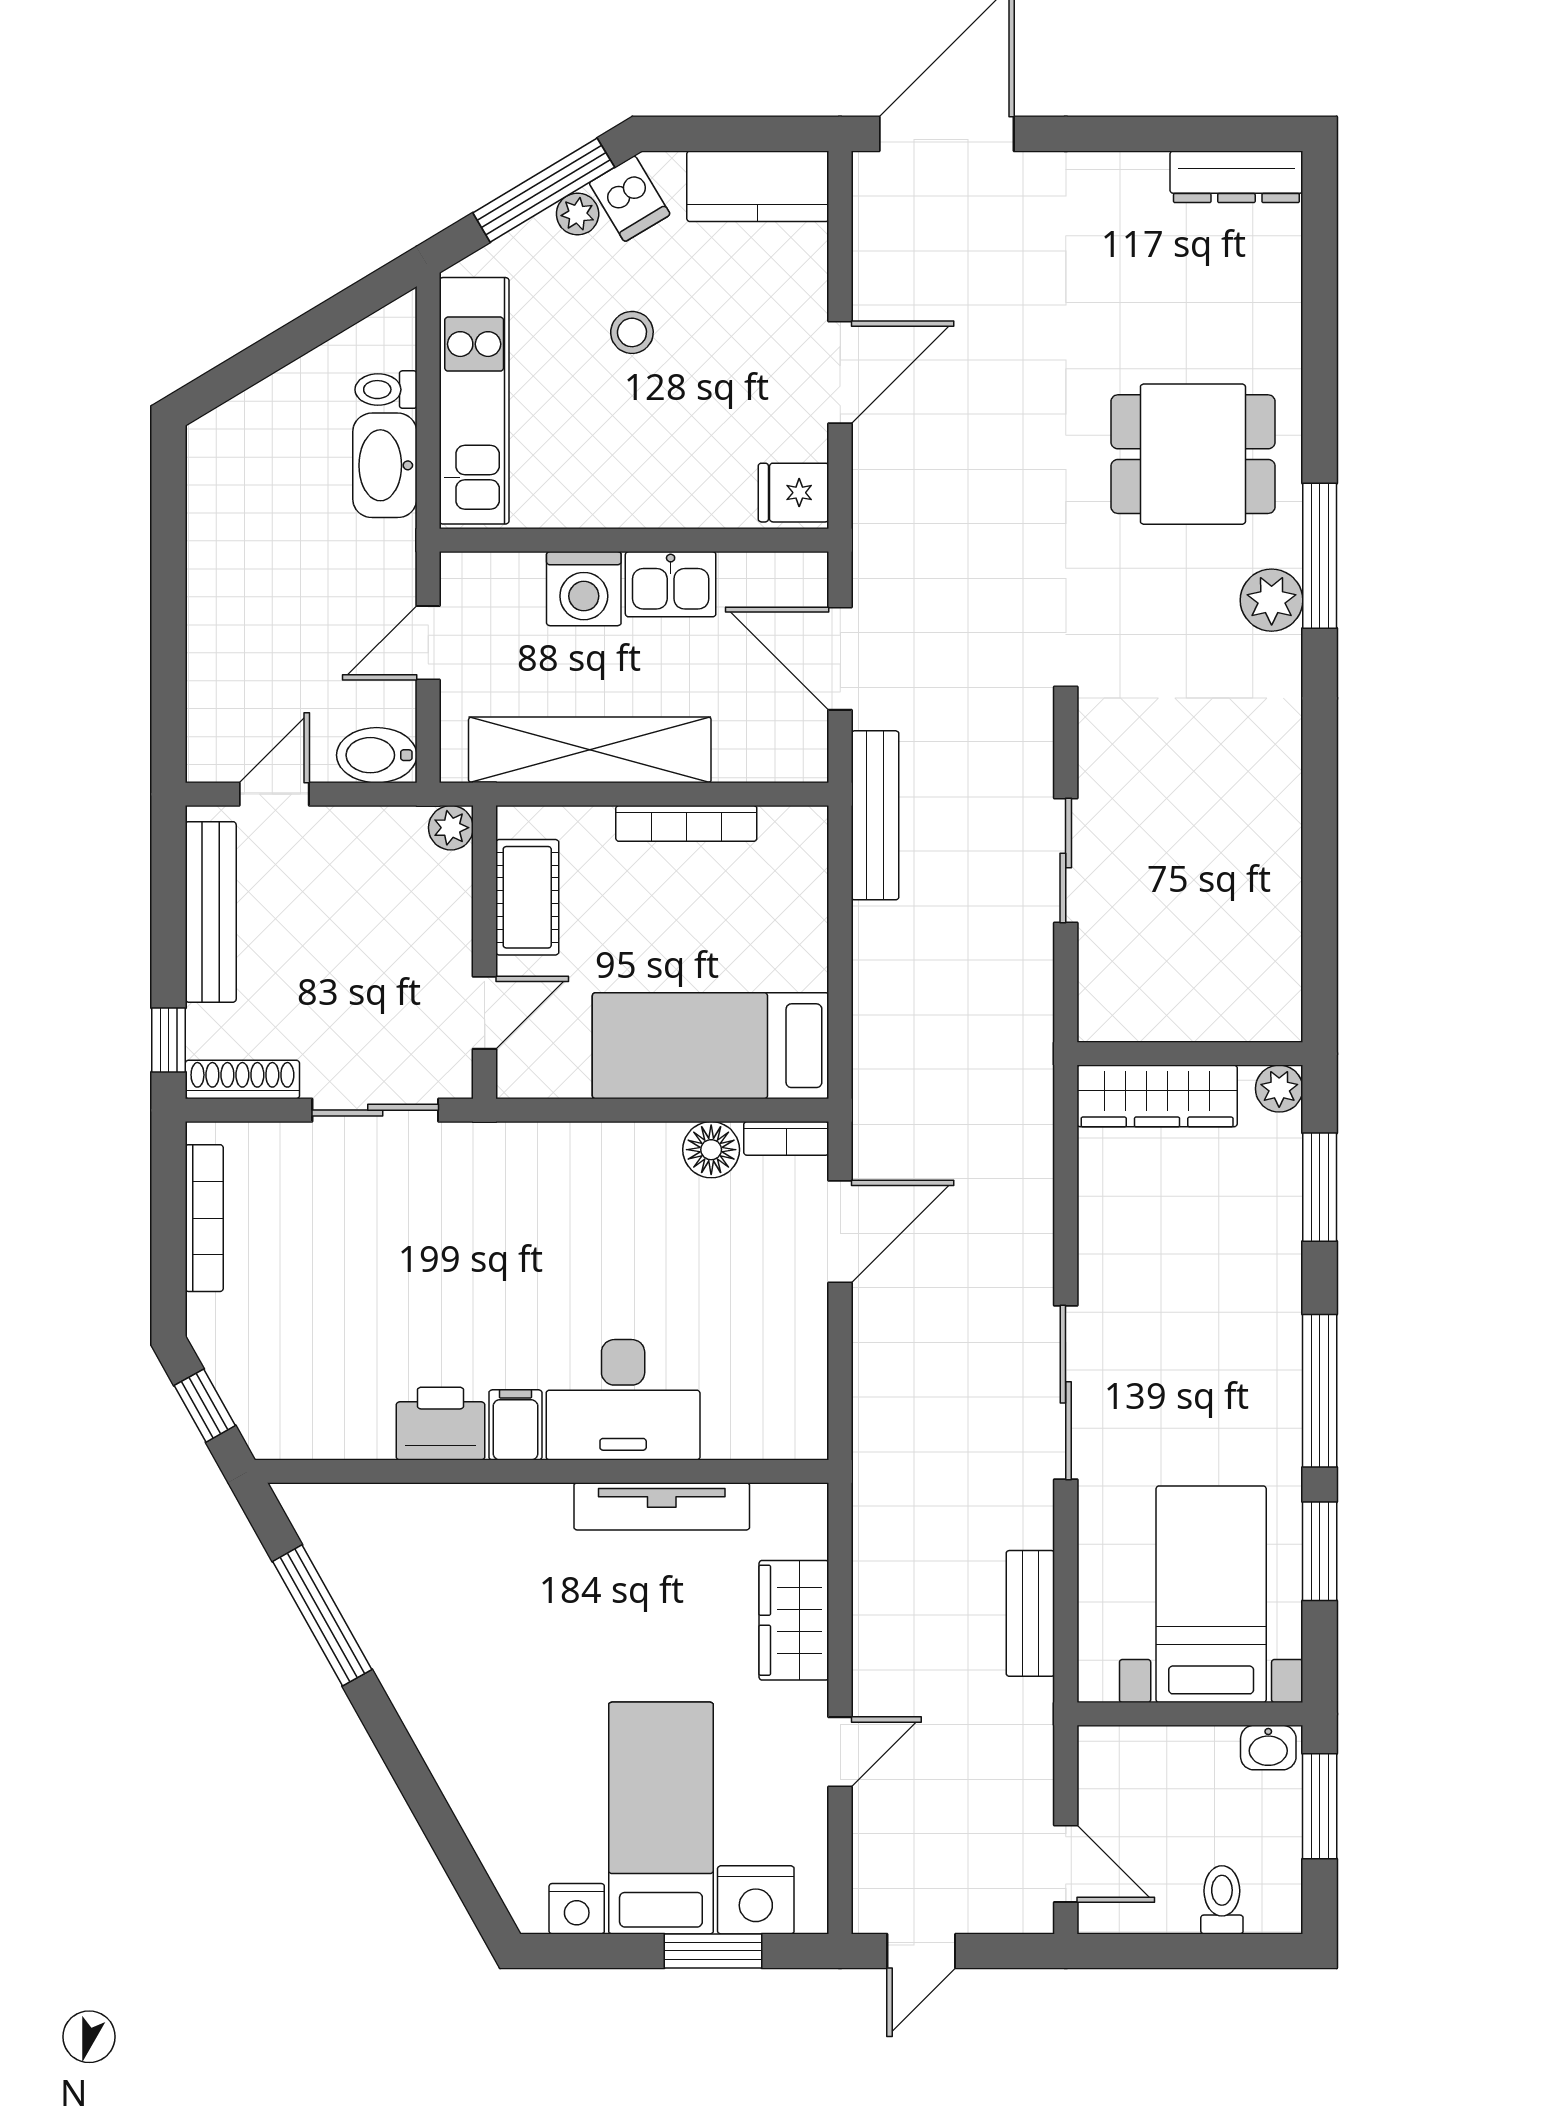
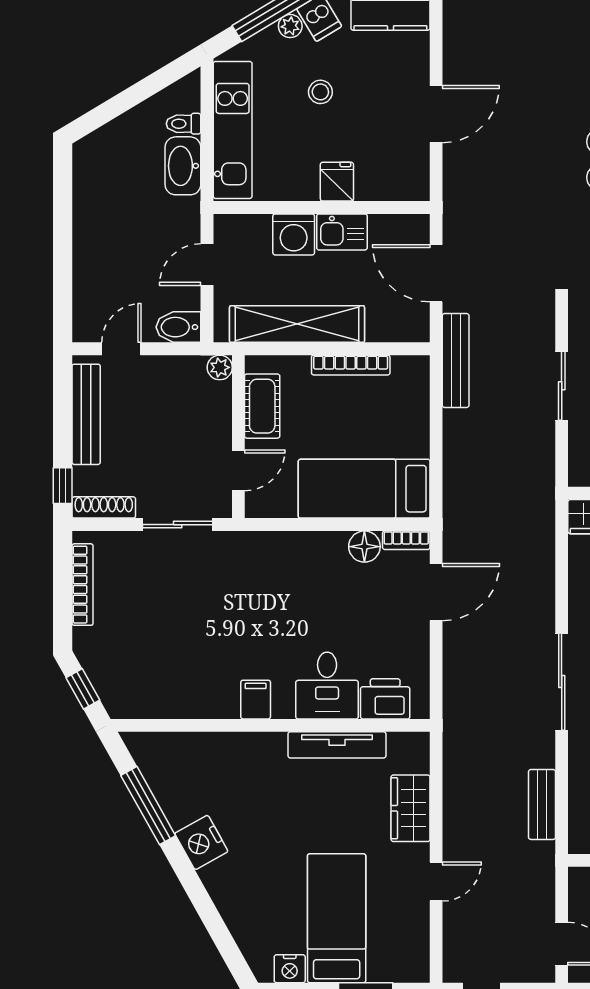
fridge: (794, 493) -> (337, 182), moved, turned 90
desk: (623, 1400) -> (327, 686), width x0.73
printer: (441, 1424) -> (385, 699), moved
nightstand: (756, 1900) -> (201, 842), moved, turned 61

